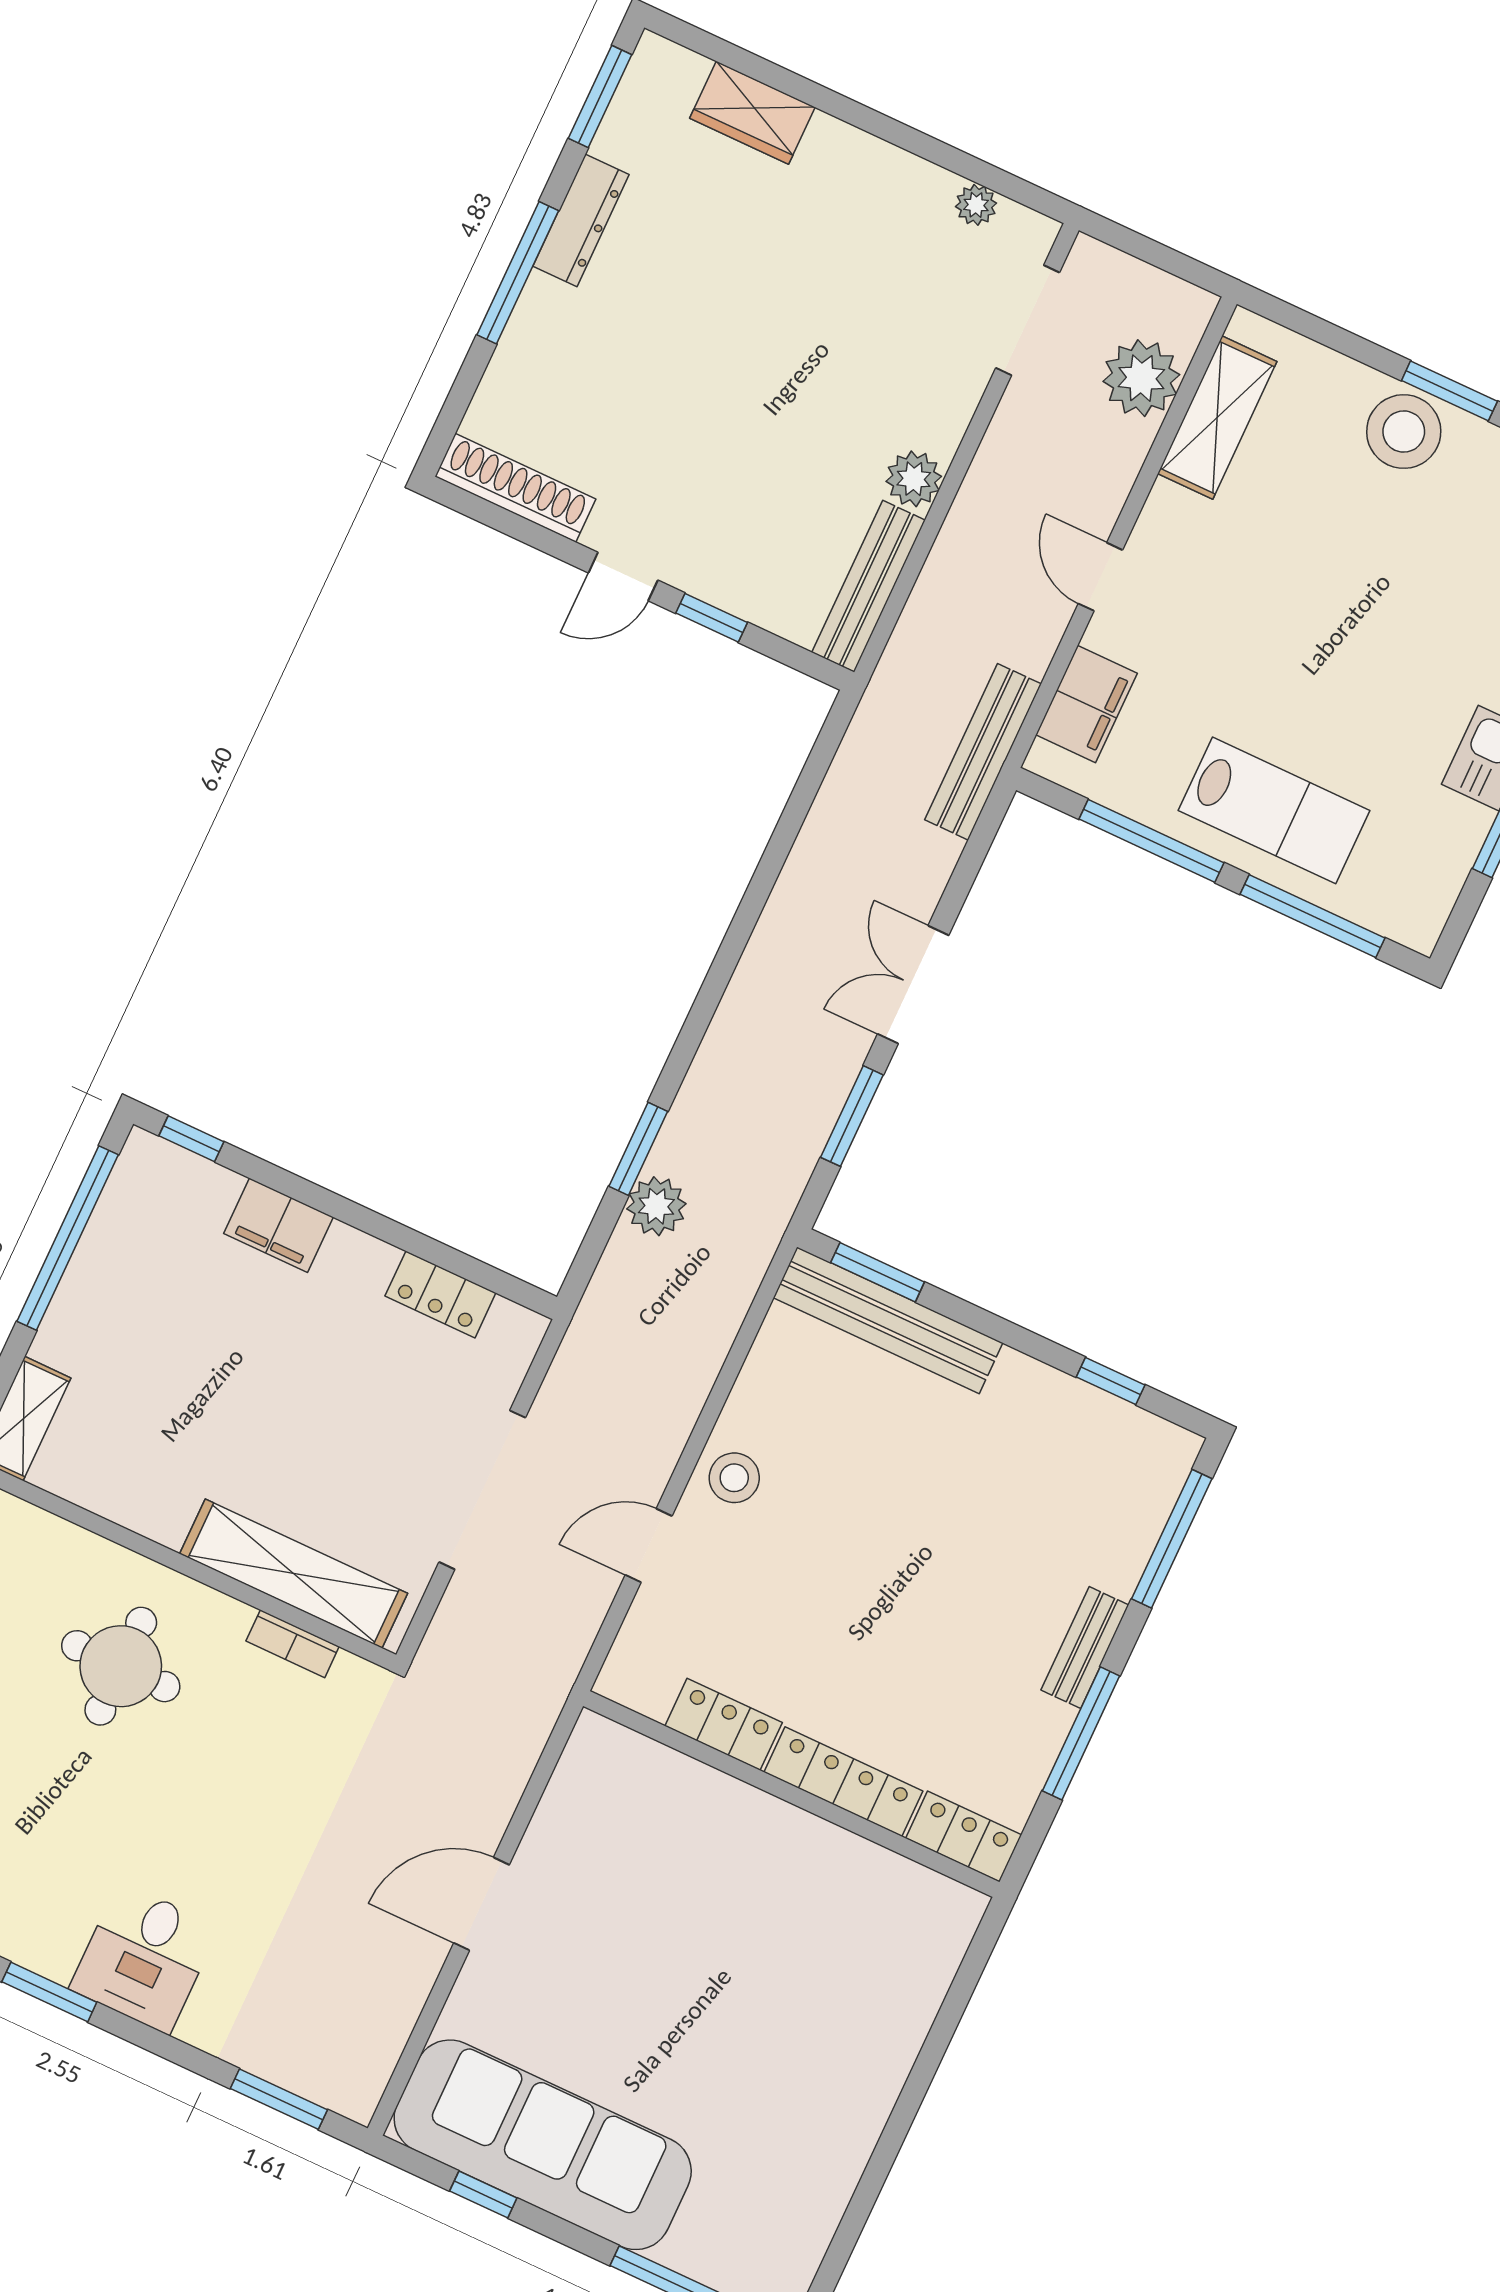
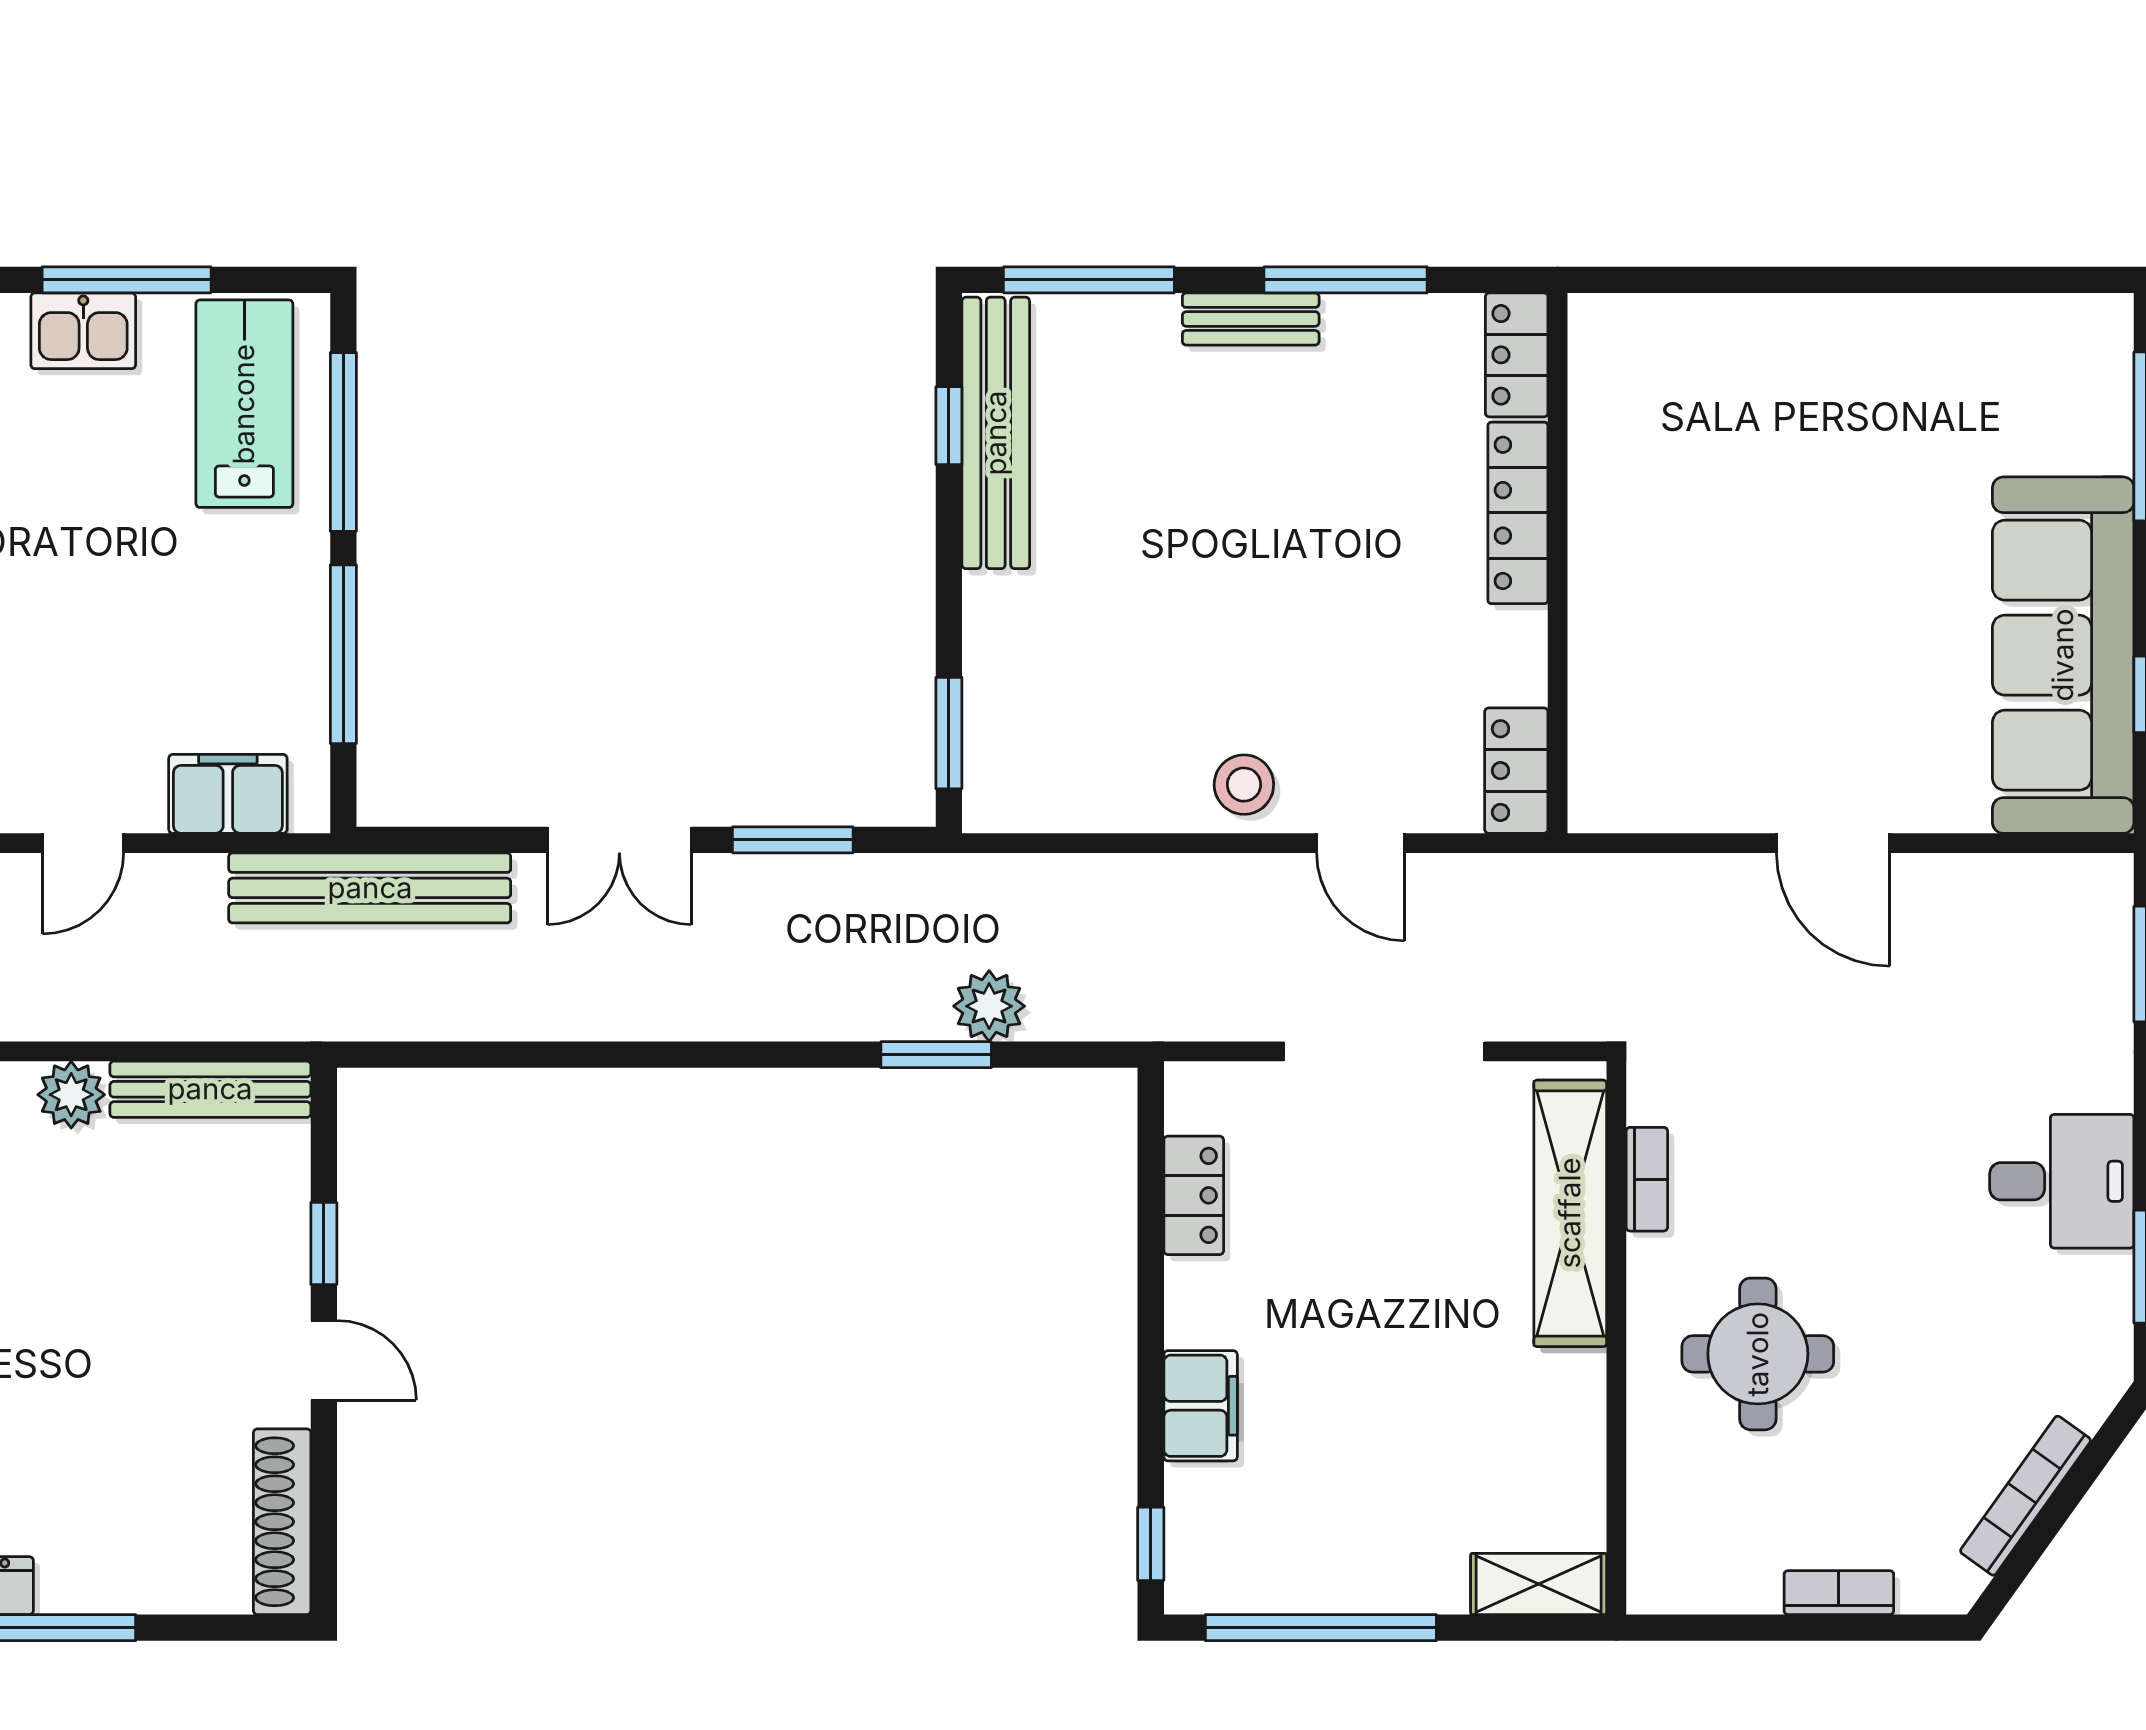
bench: (983, 752) -> (370, 888), width x1.37, depth x1.21
lab bench: (1274, 810) -> (244, 404), moved
bench: (888, 1320) -> (996, 433), moved
locker: (724, 1724) -> (1516, 771), moved

